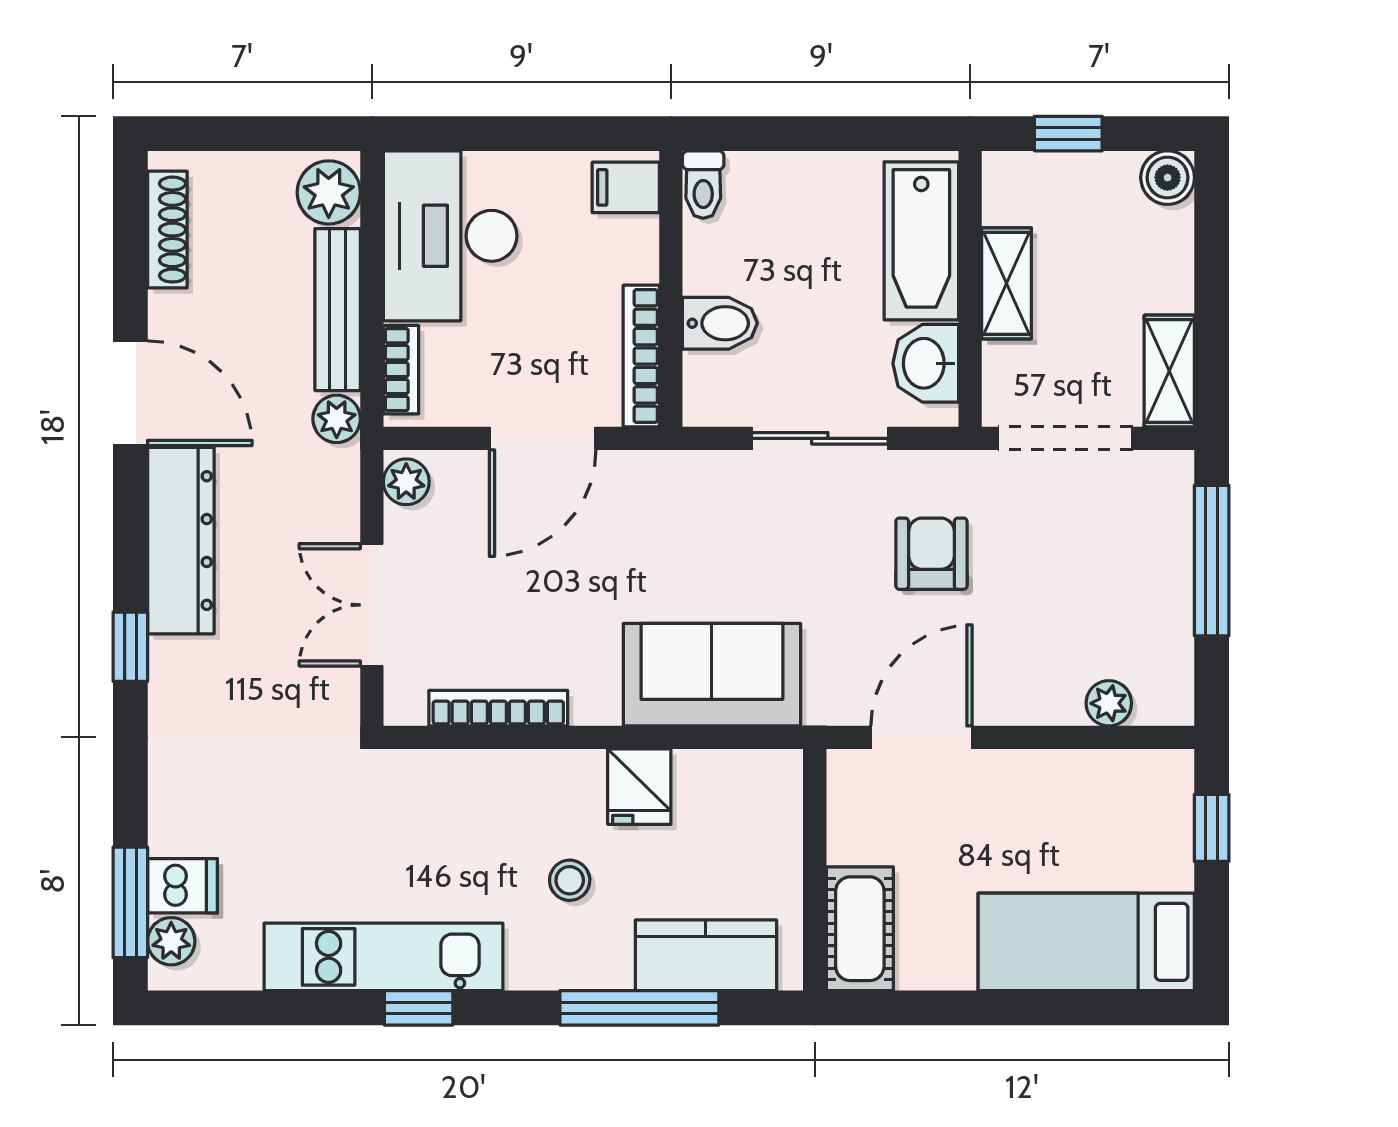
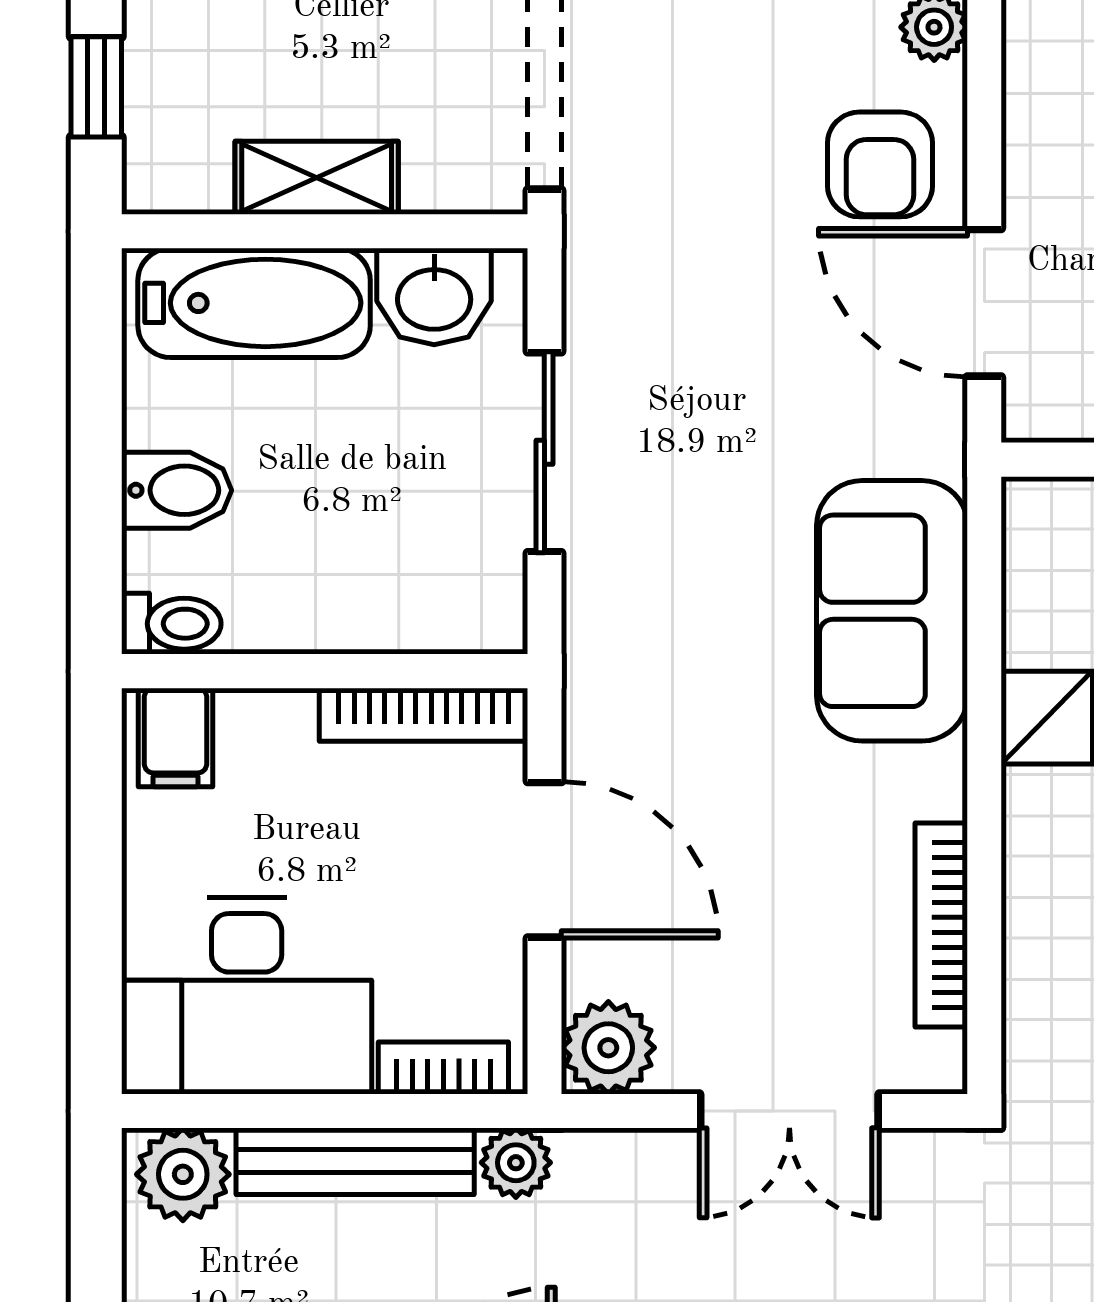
bidet: (720, 323) -> (177, 490), moved, turned 90
plant: (406, 482) -> (608, 1048), width x1.38, depth x1.38
armchair: (931, 554) -> (880, 164), moved, turned -90

